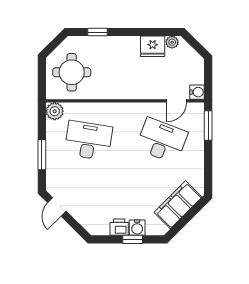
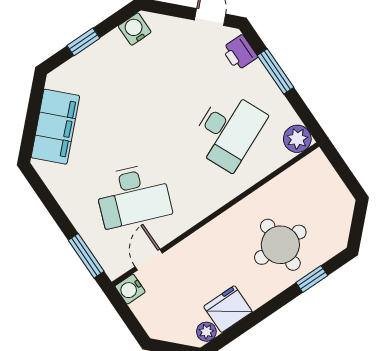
round table: (72, 72) -> (280, 245), moved
desk: (88, 141) -> (228, 131), turned -33
printer: (119, 227) -> (240, 53), moved, turned 90
water cooler: (137, 228) -> (135, 29), moved

